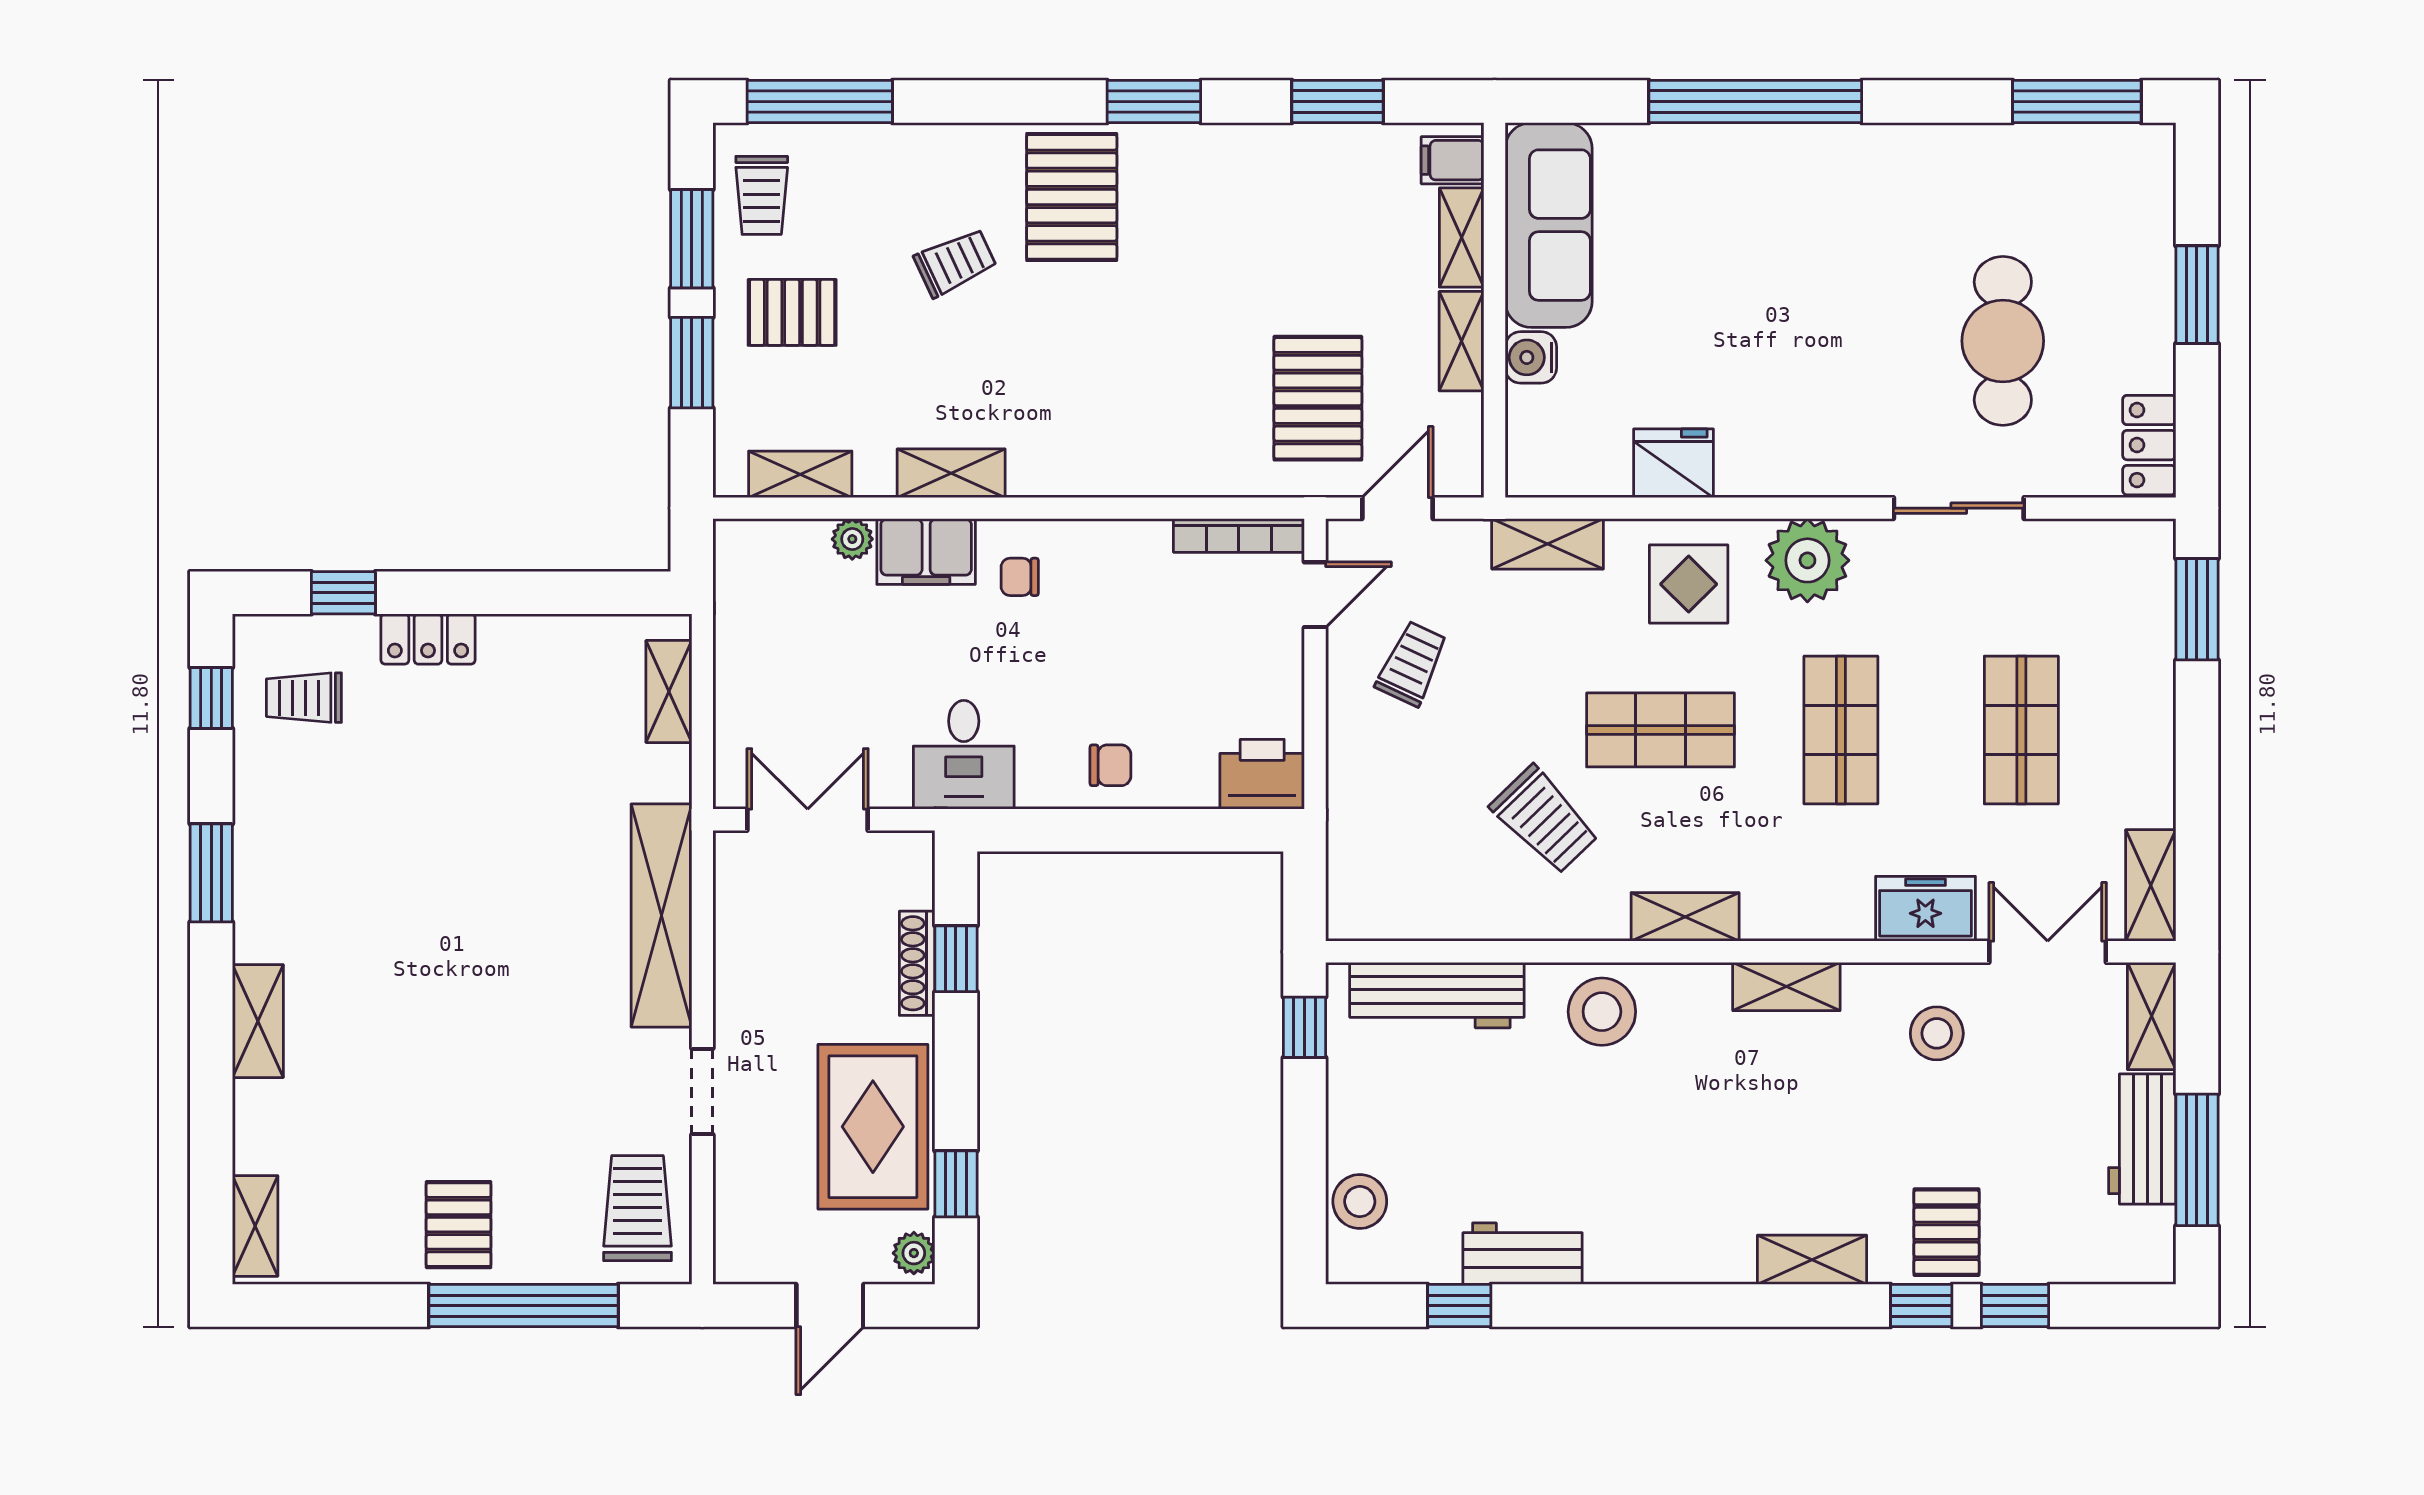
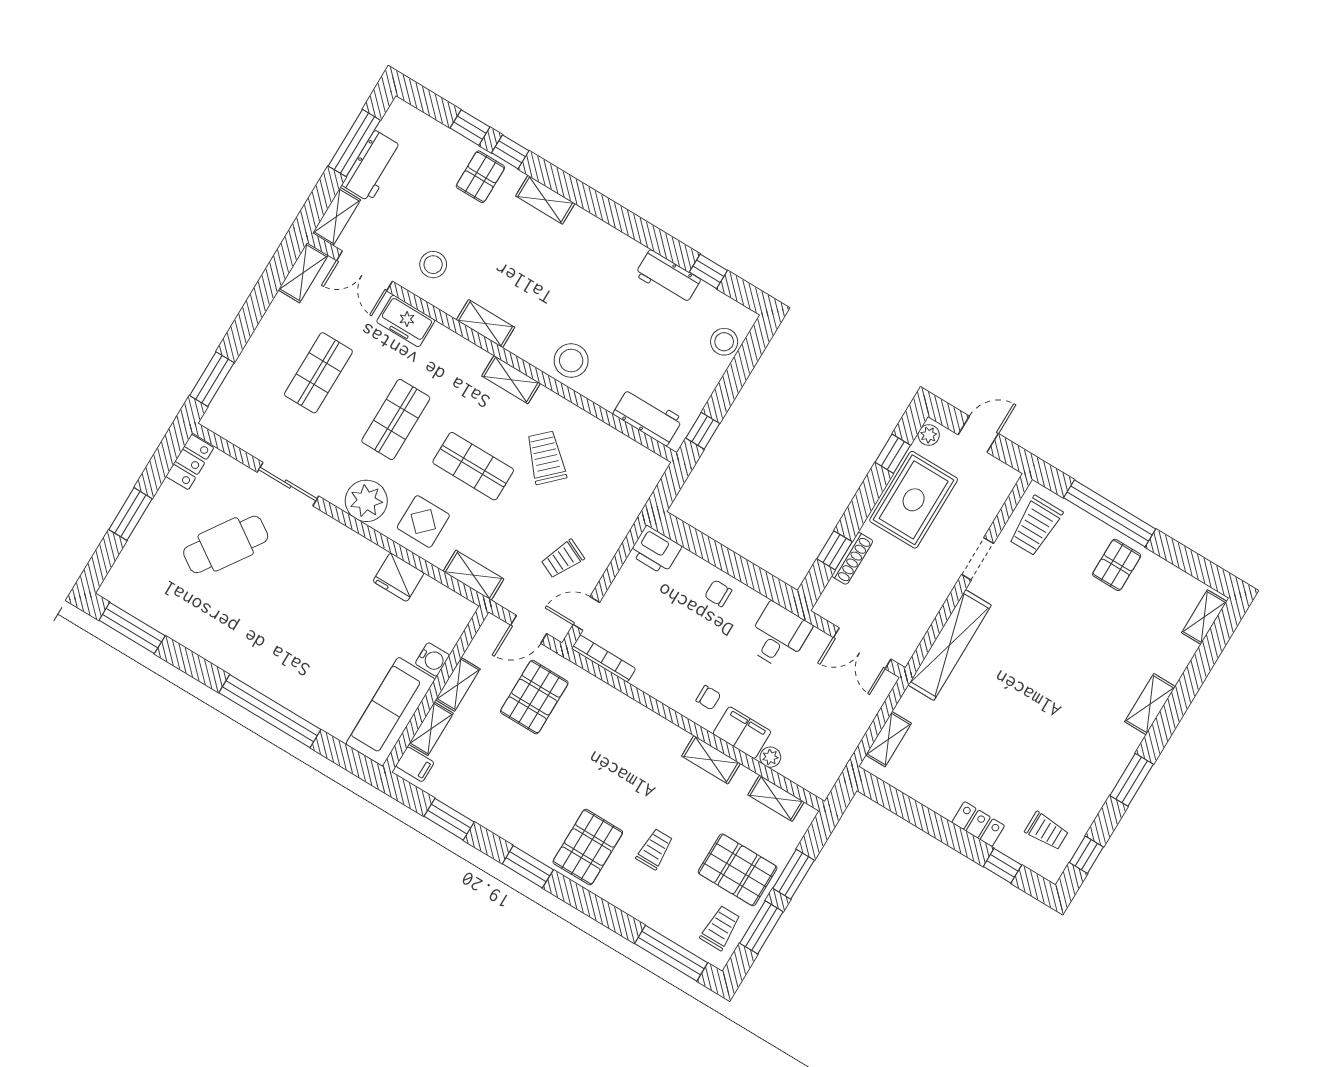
trolley: (955, 262) -> (655, 849), turned 115
pallet: (792, 312) -> (738, 870), width x1.50, depth x1.42
cafe table: (2003, 341) -> (226, 544), turned 34
workbench: (1437, 995) -> (648, 416), width x0.73

